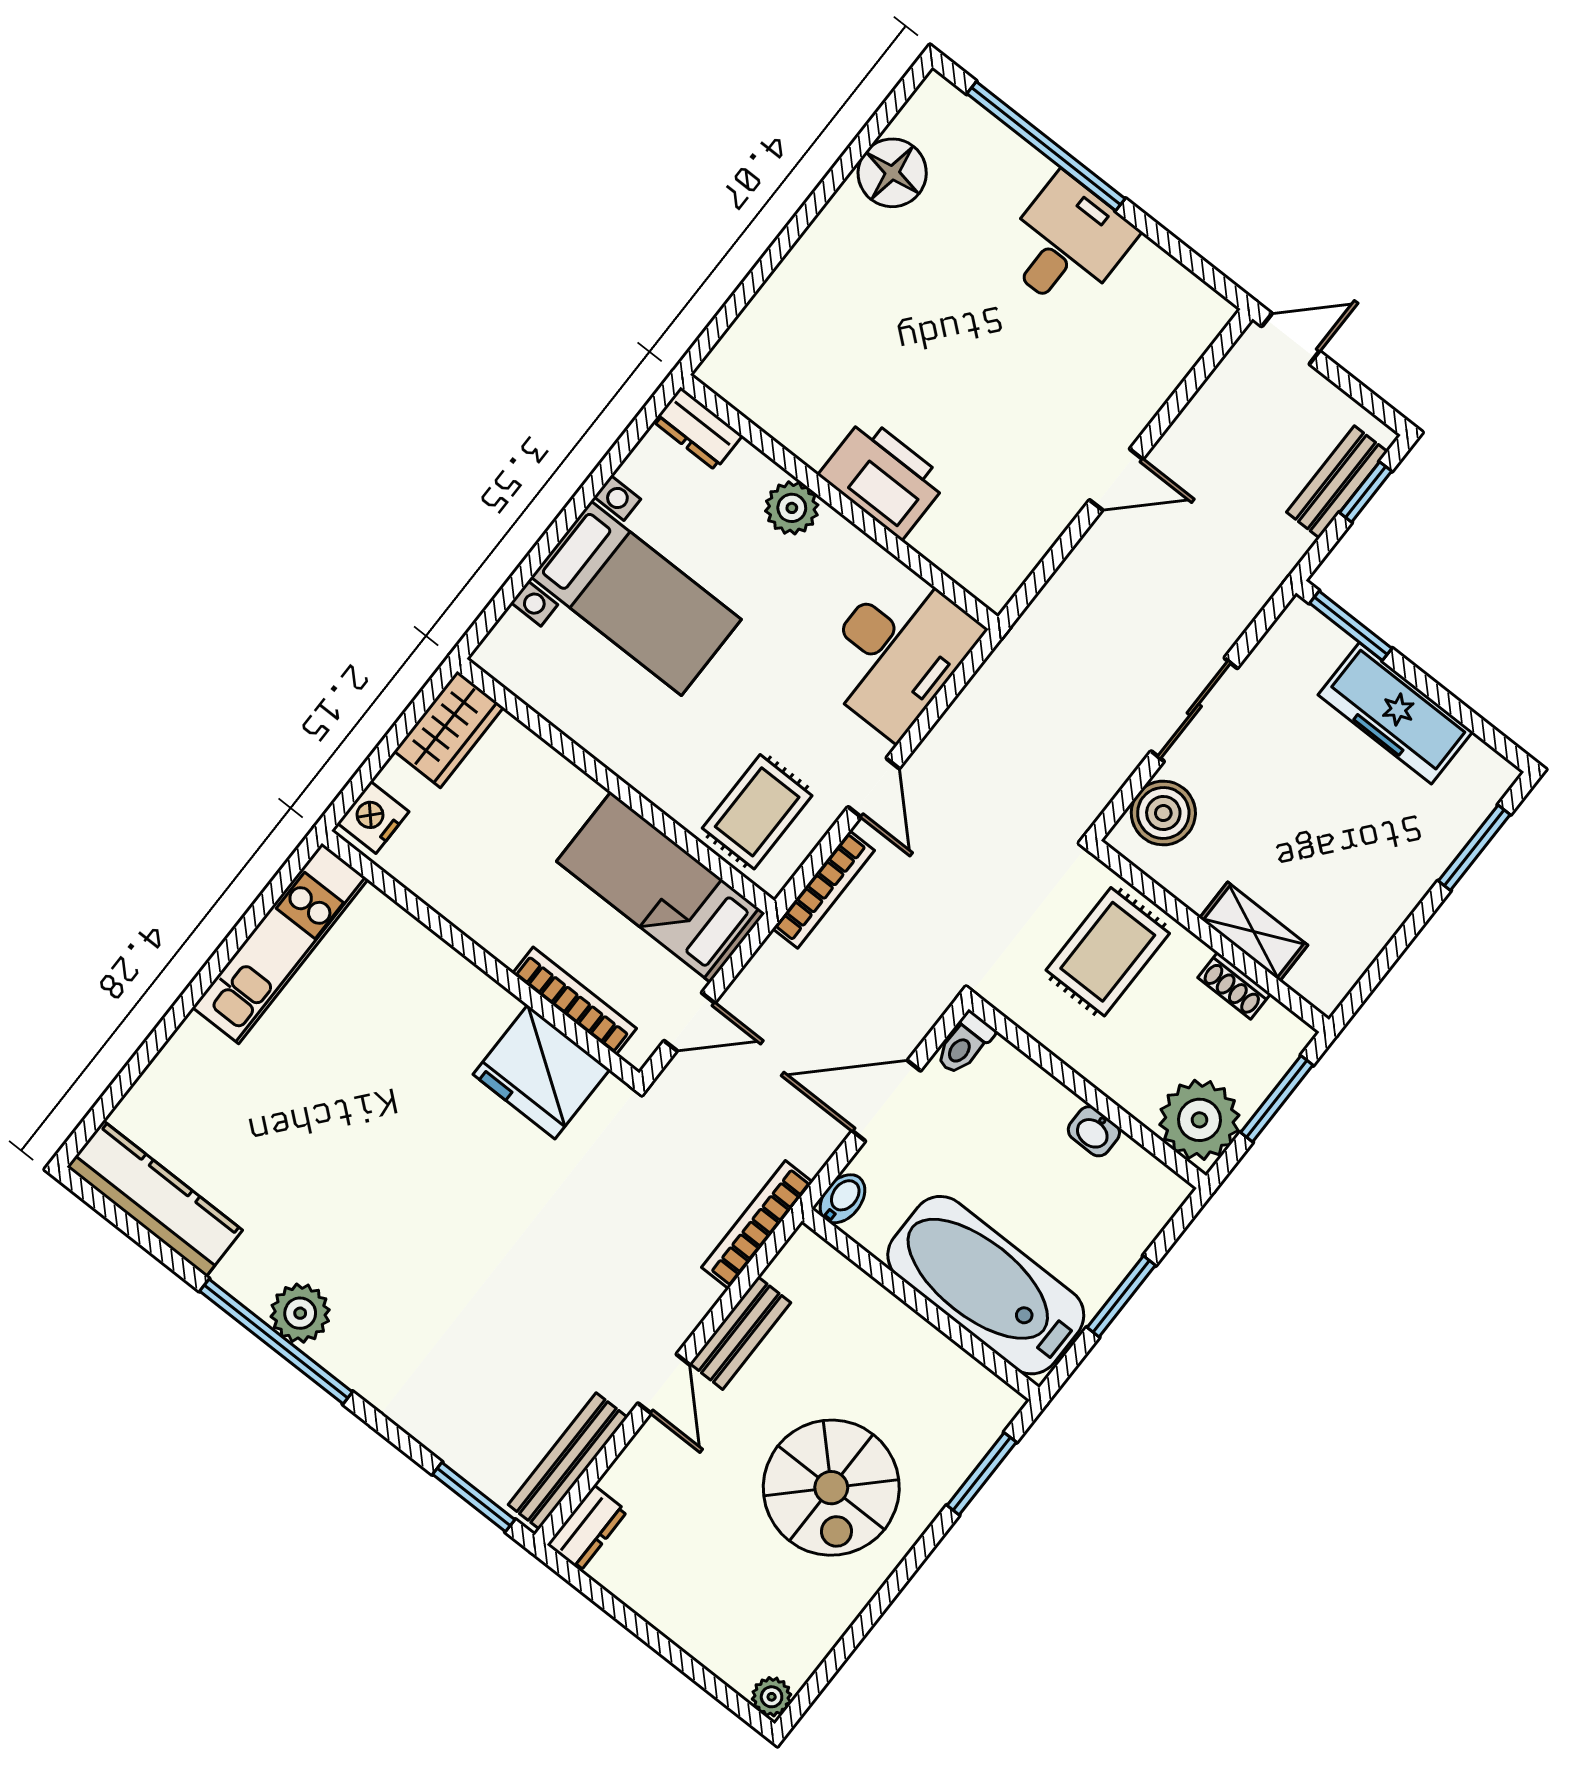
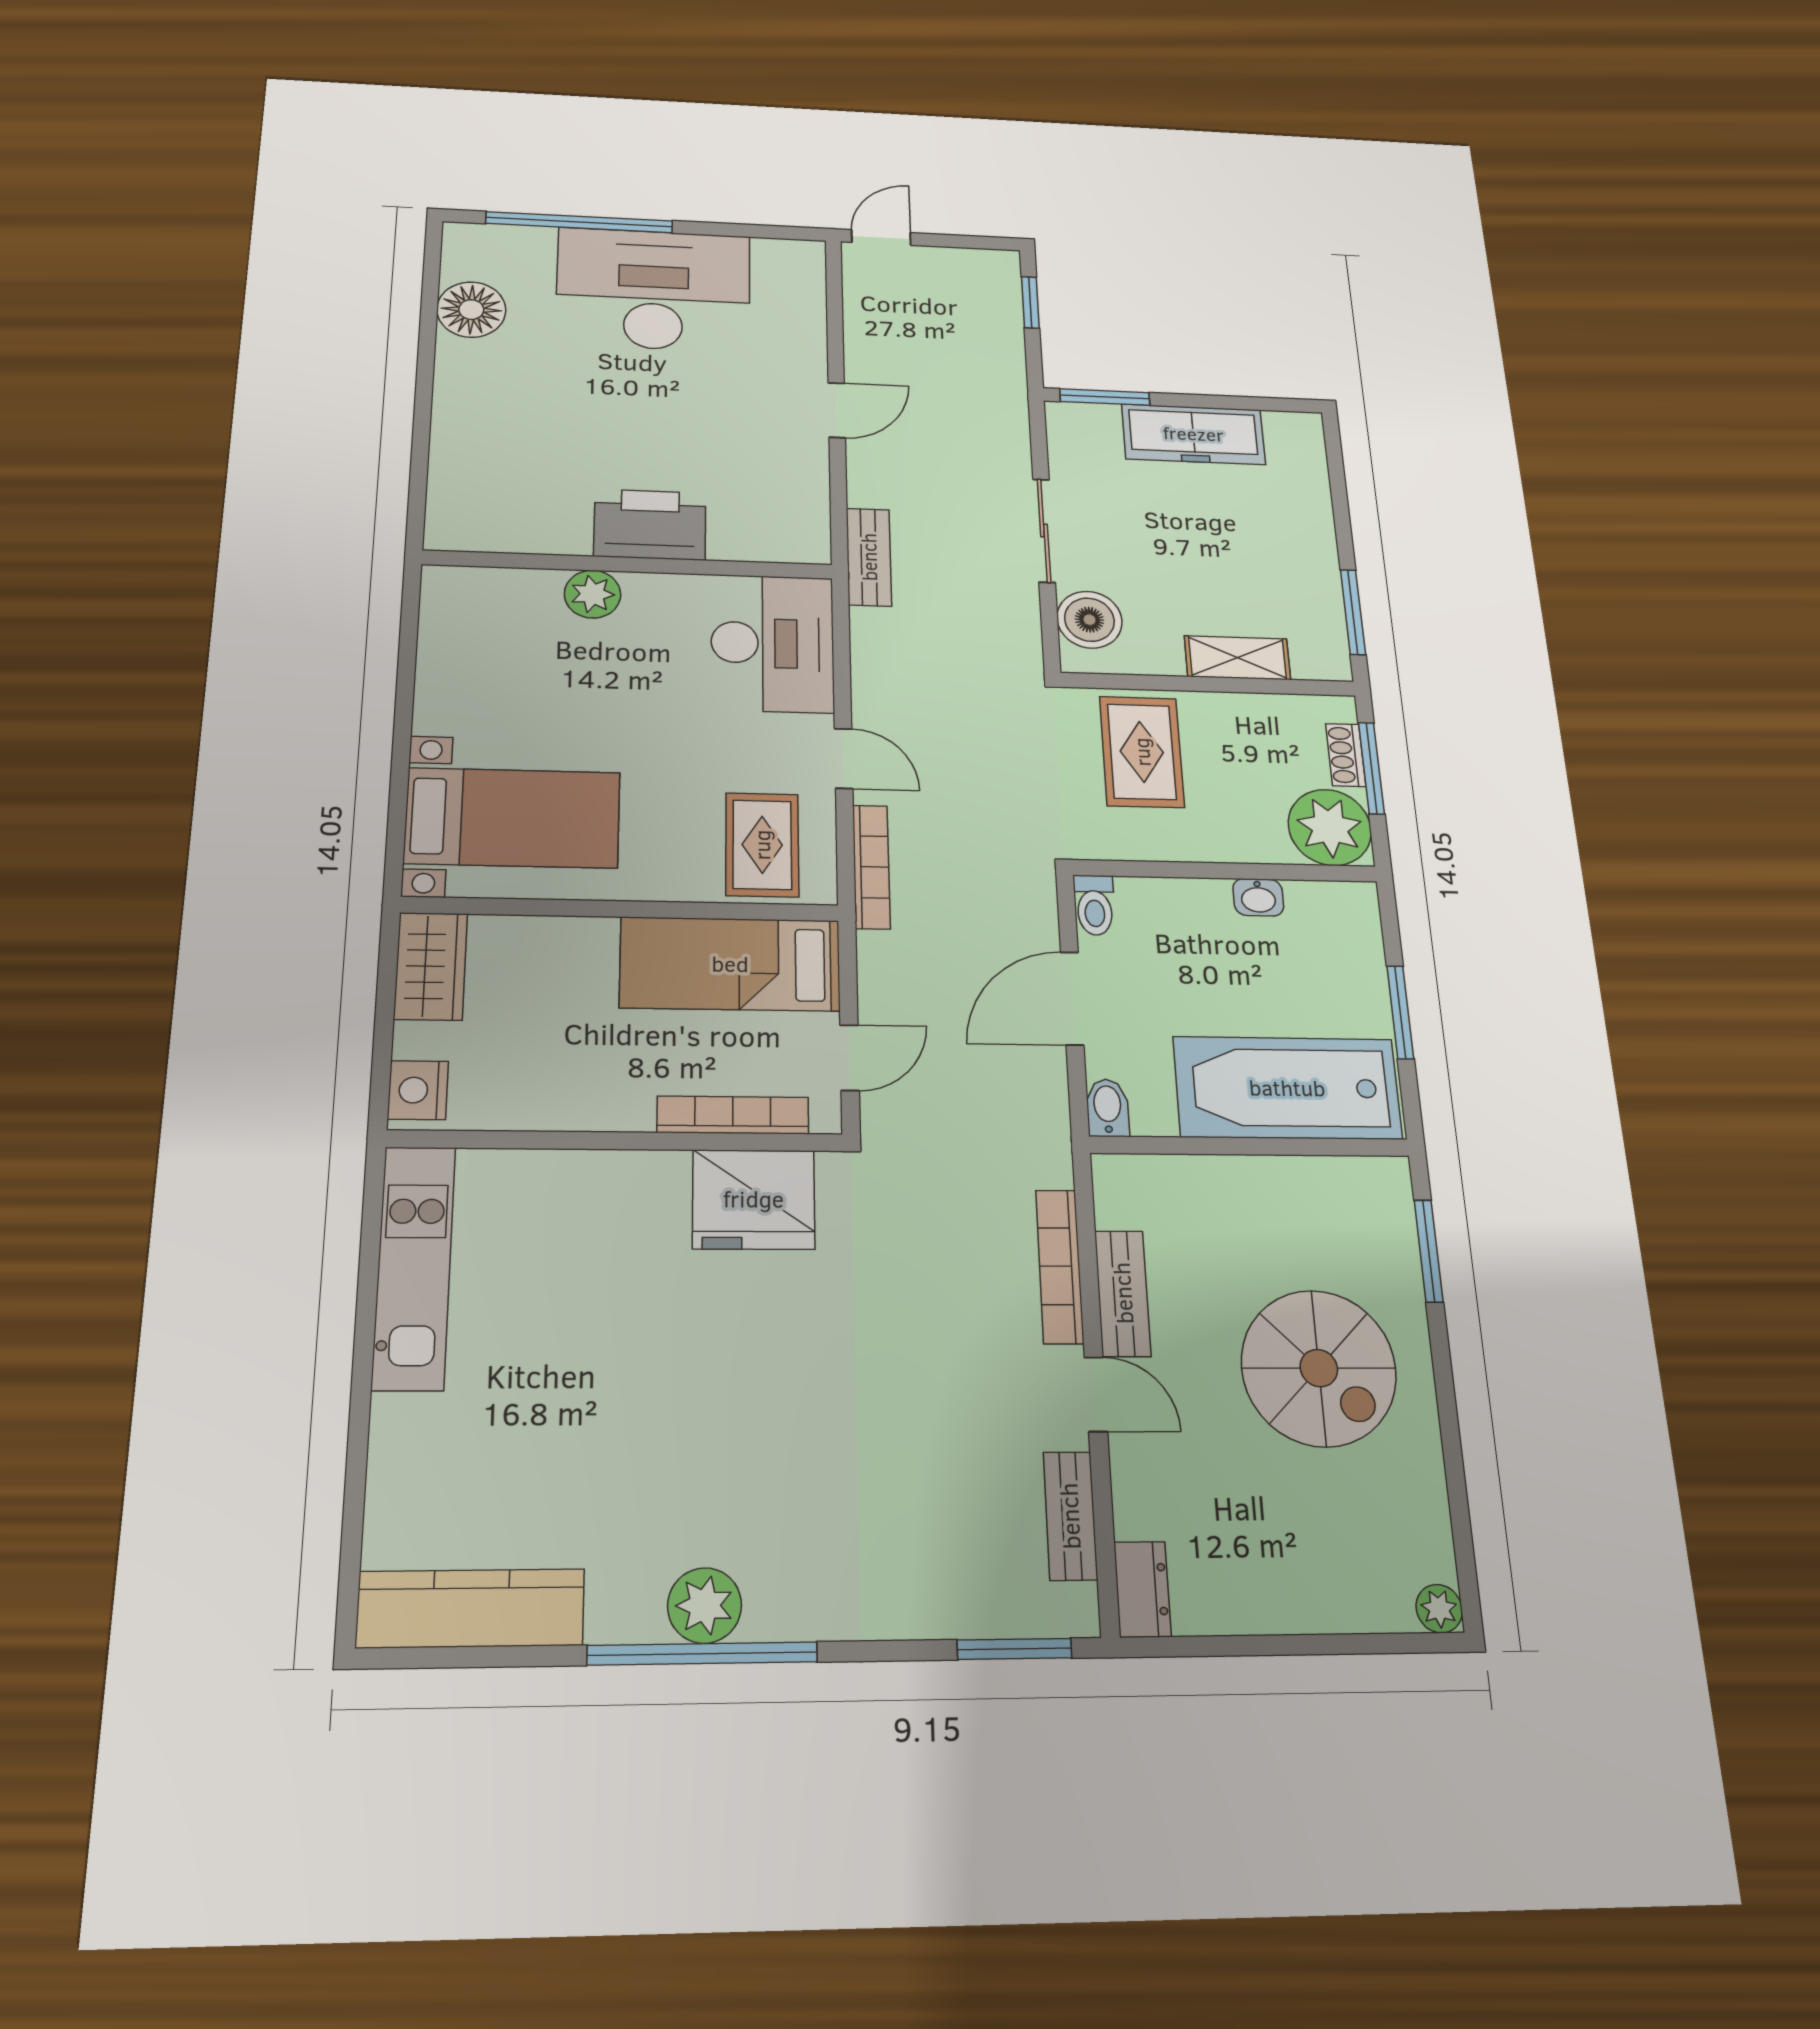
desk: (1067, 244) -> (654, 290), width x1.87, depth x1.30
dresser: (698, 429) -> (462, 586), removed
bench: (1337, 482) -> (869, 557), moved
bed with nightstands: (636, 598) -> (513, 818), moved
window: (1474, 848) -> (1353, 612), moved
shoe rack: (1234, 986) -> (1346, 755), moved, turned 90
bookcase: (757, 1225) -> (1060, 1266), moved
bench: (568, 1461) -> (1070, 1516), width x0.73

